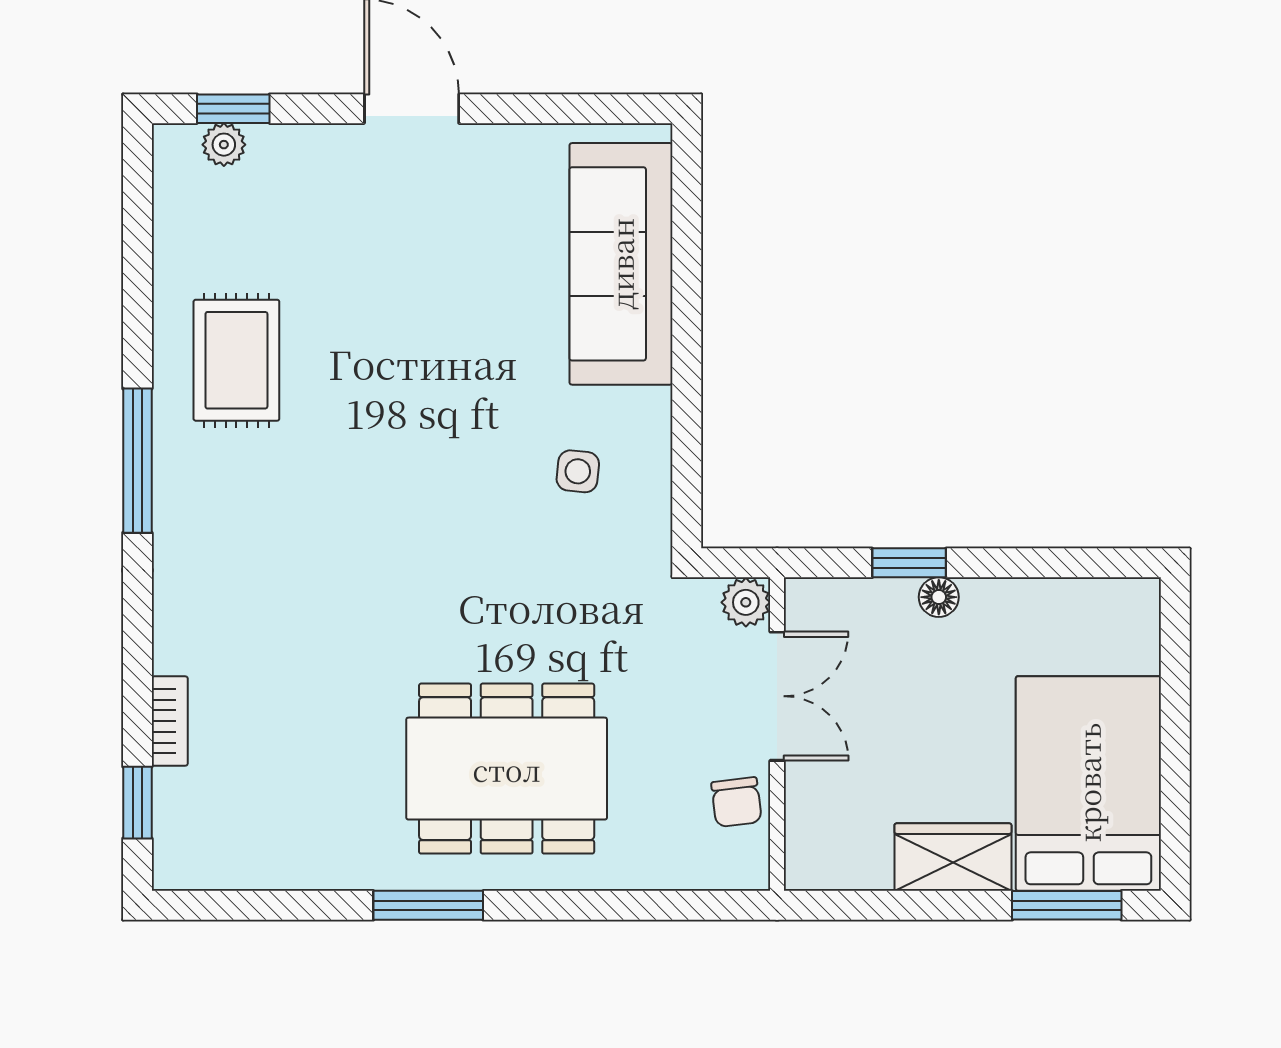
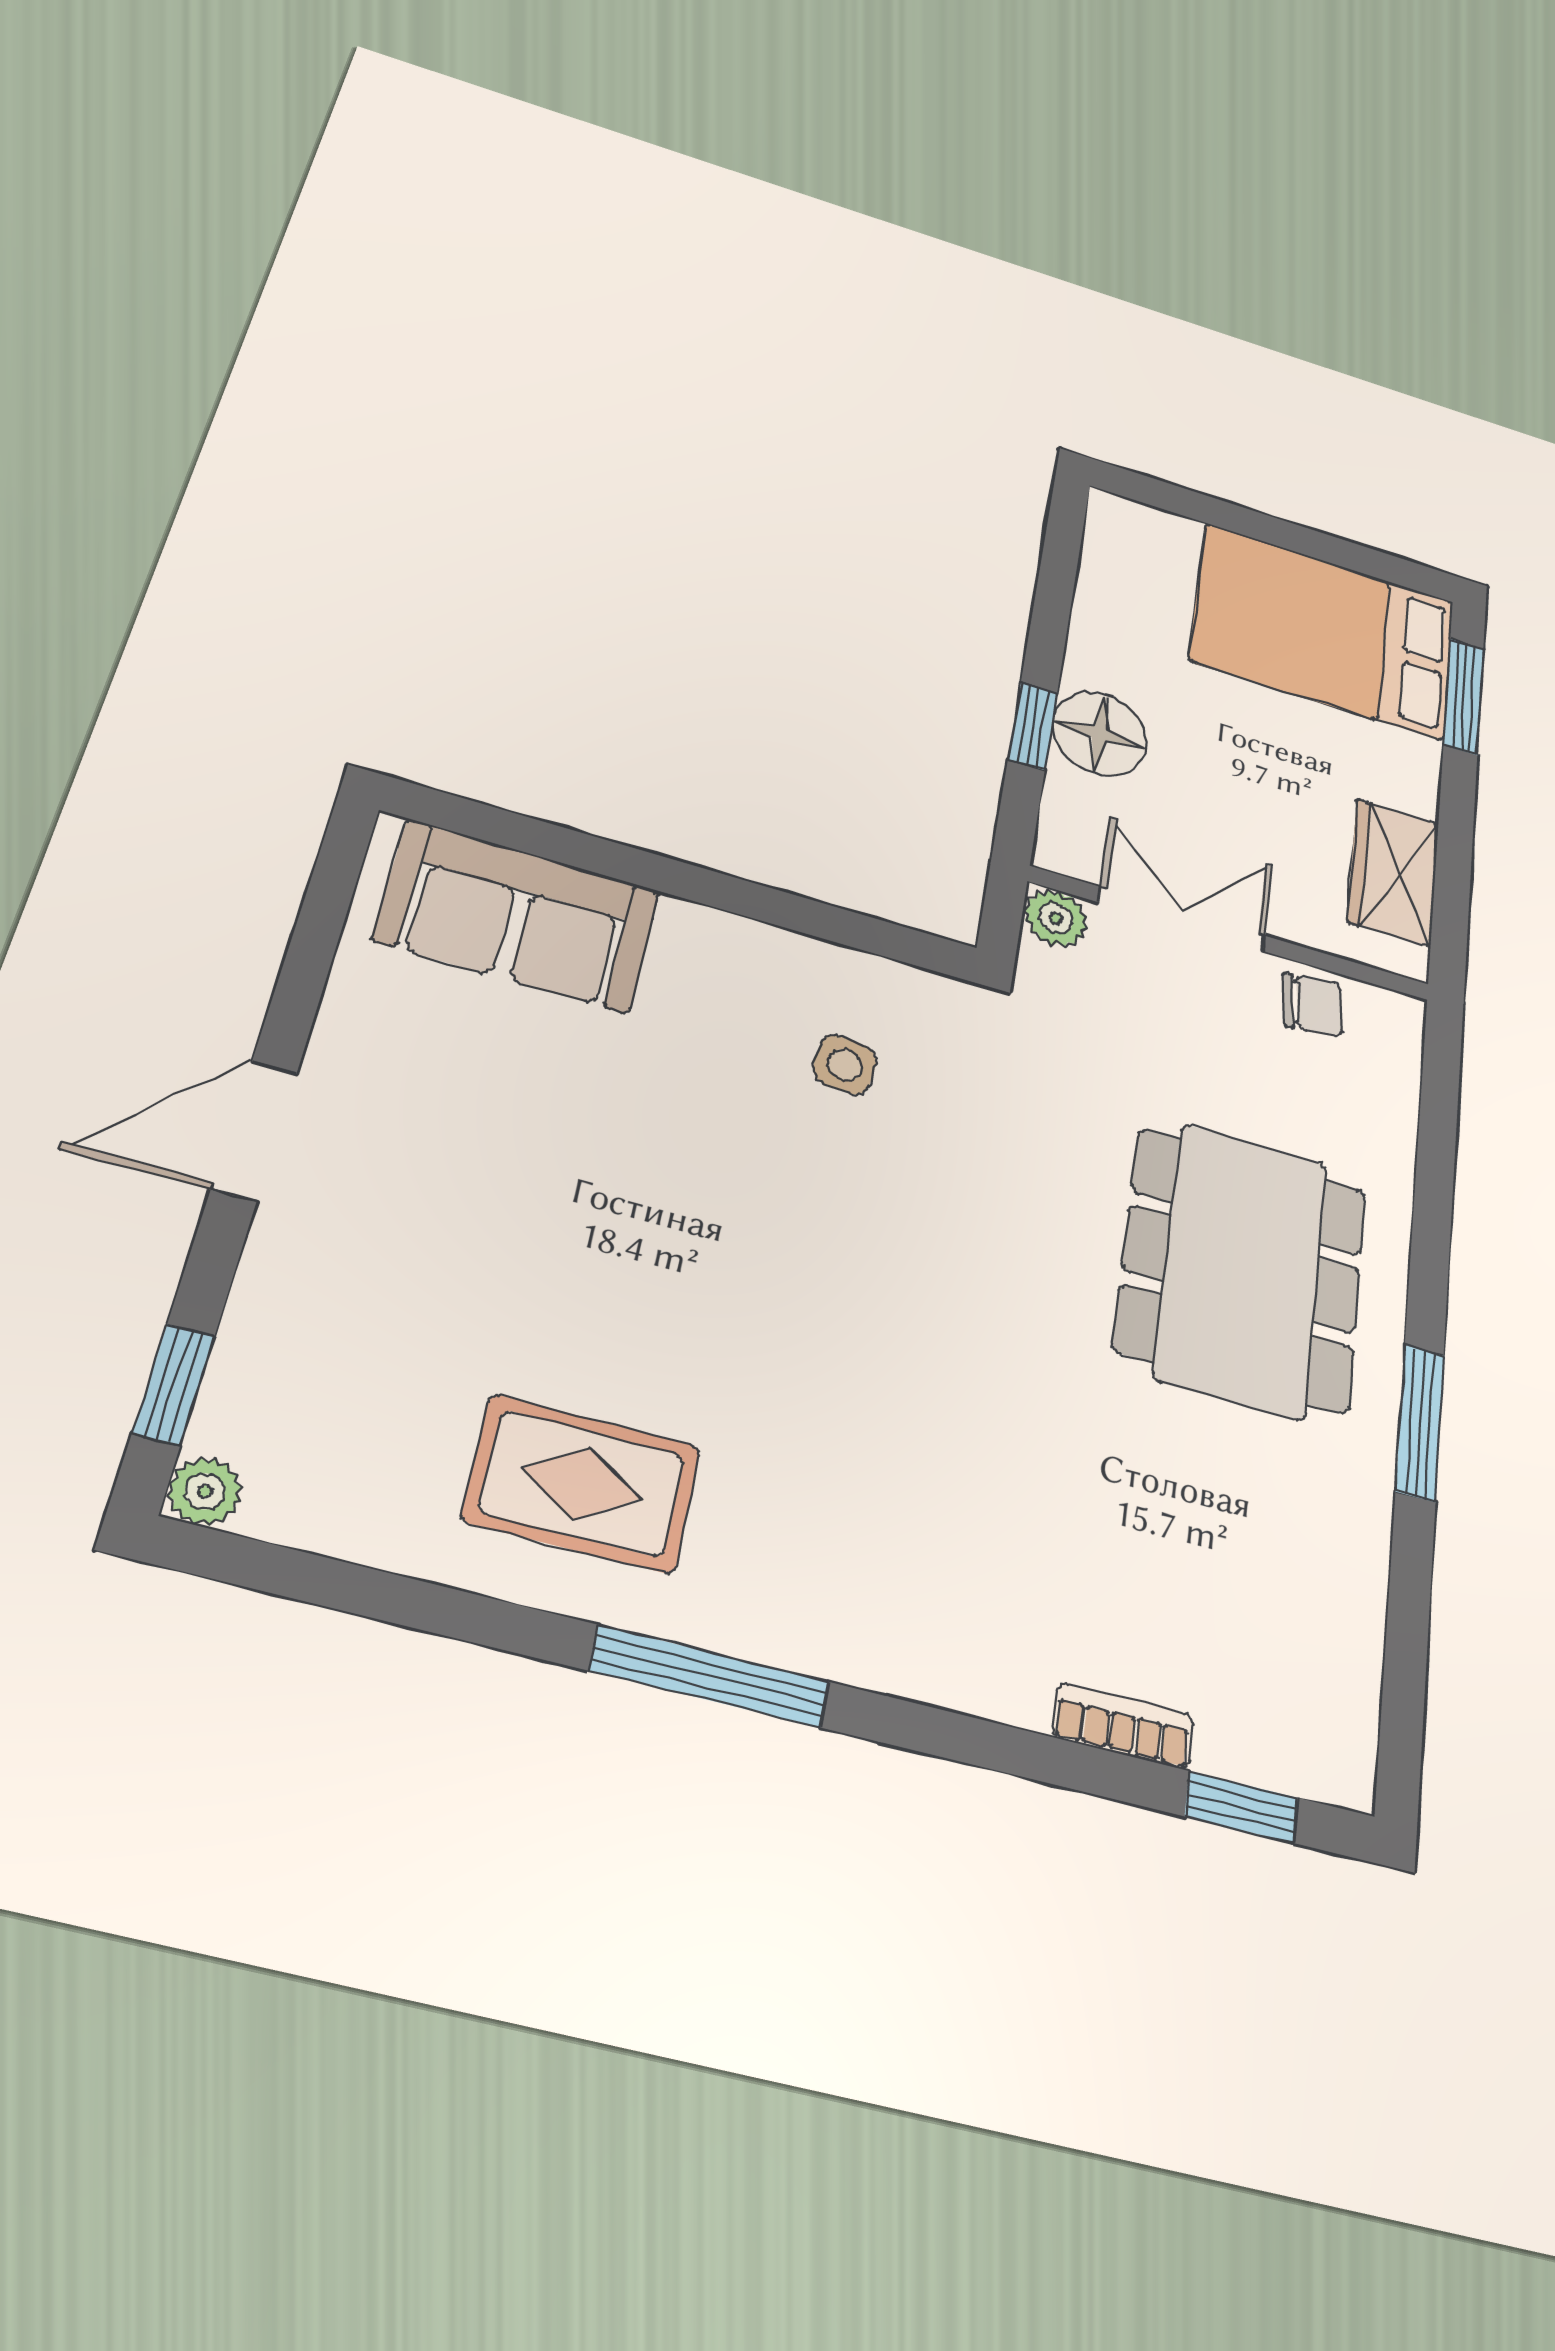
plant: (224, 145) -> (205, 1491), moved
sofa: (621, 264) -> (517, 916), width x0.73
floor lamp: (939, 597) -> (1100, 734), width x1.89, depth x1.89
wardrobe: (953, 857) -> (1393, 872), moved

